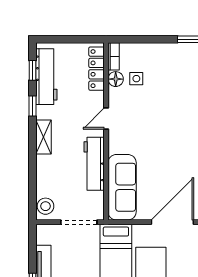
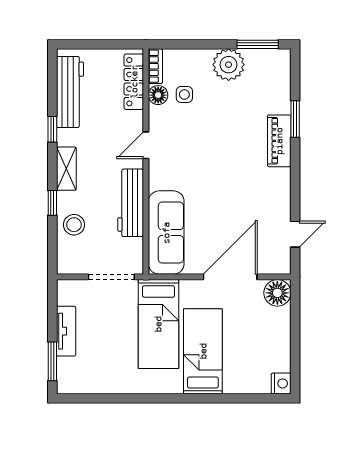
plant: (171, 55) -> (229, 65), added
window: (32, 70) -> (52, 203), moved
stool: (46, 206) -> (74, 225), moved

